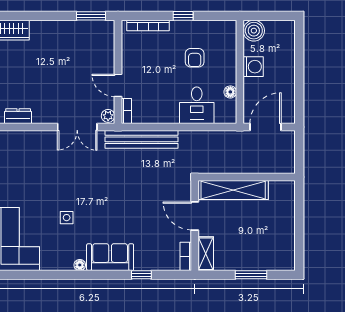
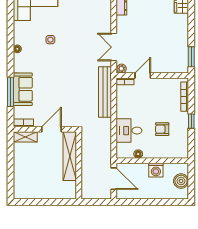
boiler: (254, 31) -> (181, 181), moved
sofa: (110, 257) -> (23, 89), moved
window: (141, 275) -> (10, 92), width x2.17
window: (251, 275) -> (10, 168), removed

